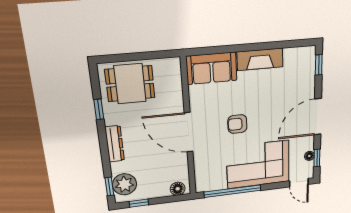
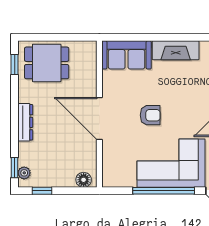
window: (99, 109) -> (15, 64), moved
armchair: (237, 124) -> (150, 115), turned 180
plant: (124, 184) -> (24, 173), width x0.53, depth x0.53
window: (233, 191) -> (164, 191), moved

